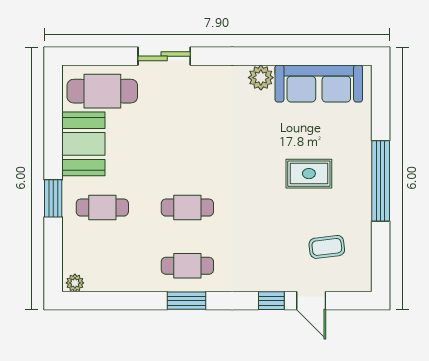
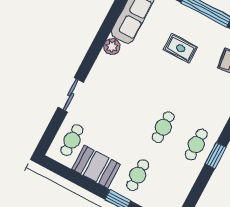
cafe table: (102, 91) -> (72, 140), width x0.73, depth x0.74
rug: (309, 174) -> (181, 48), turned 90

